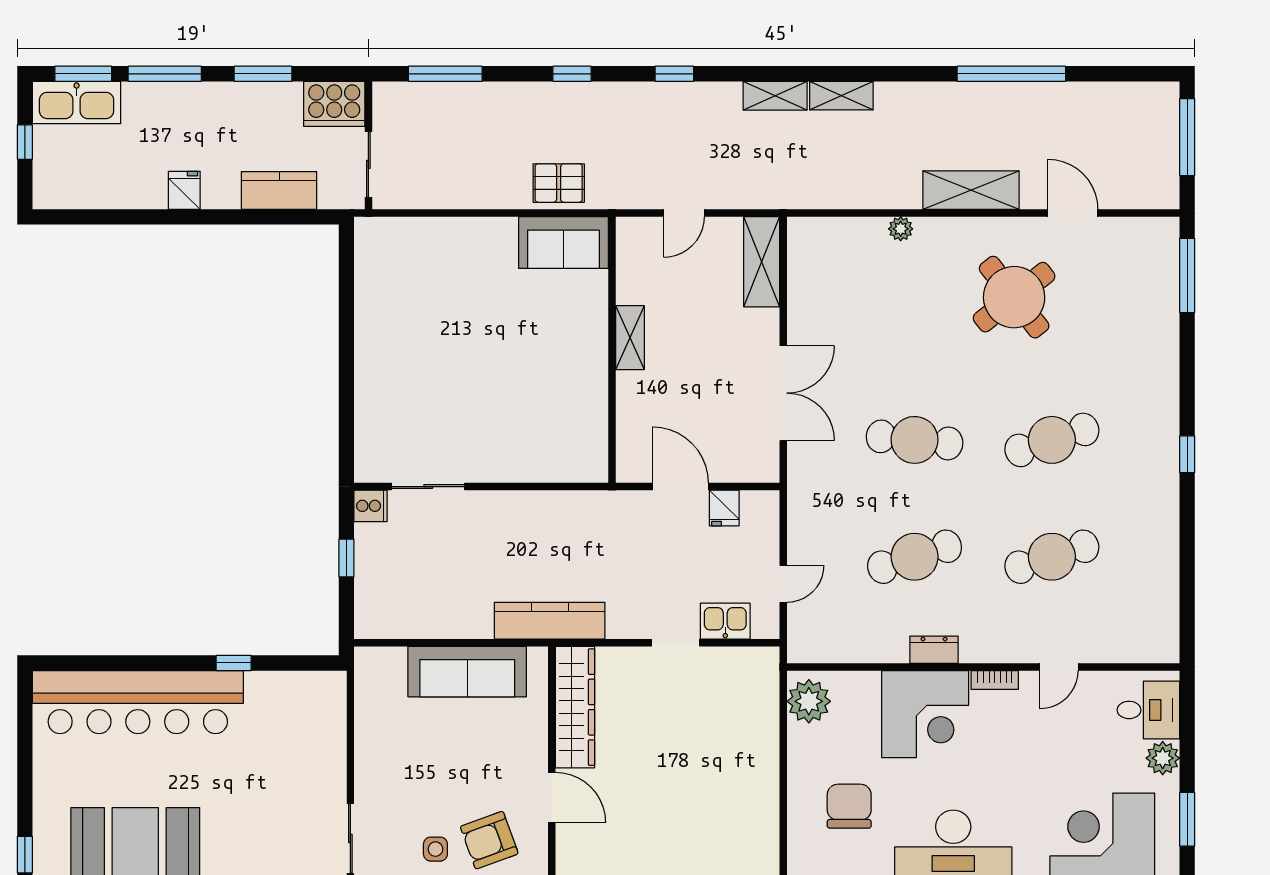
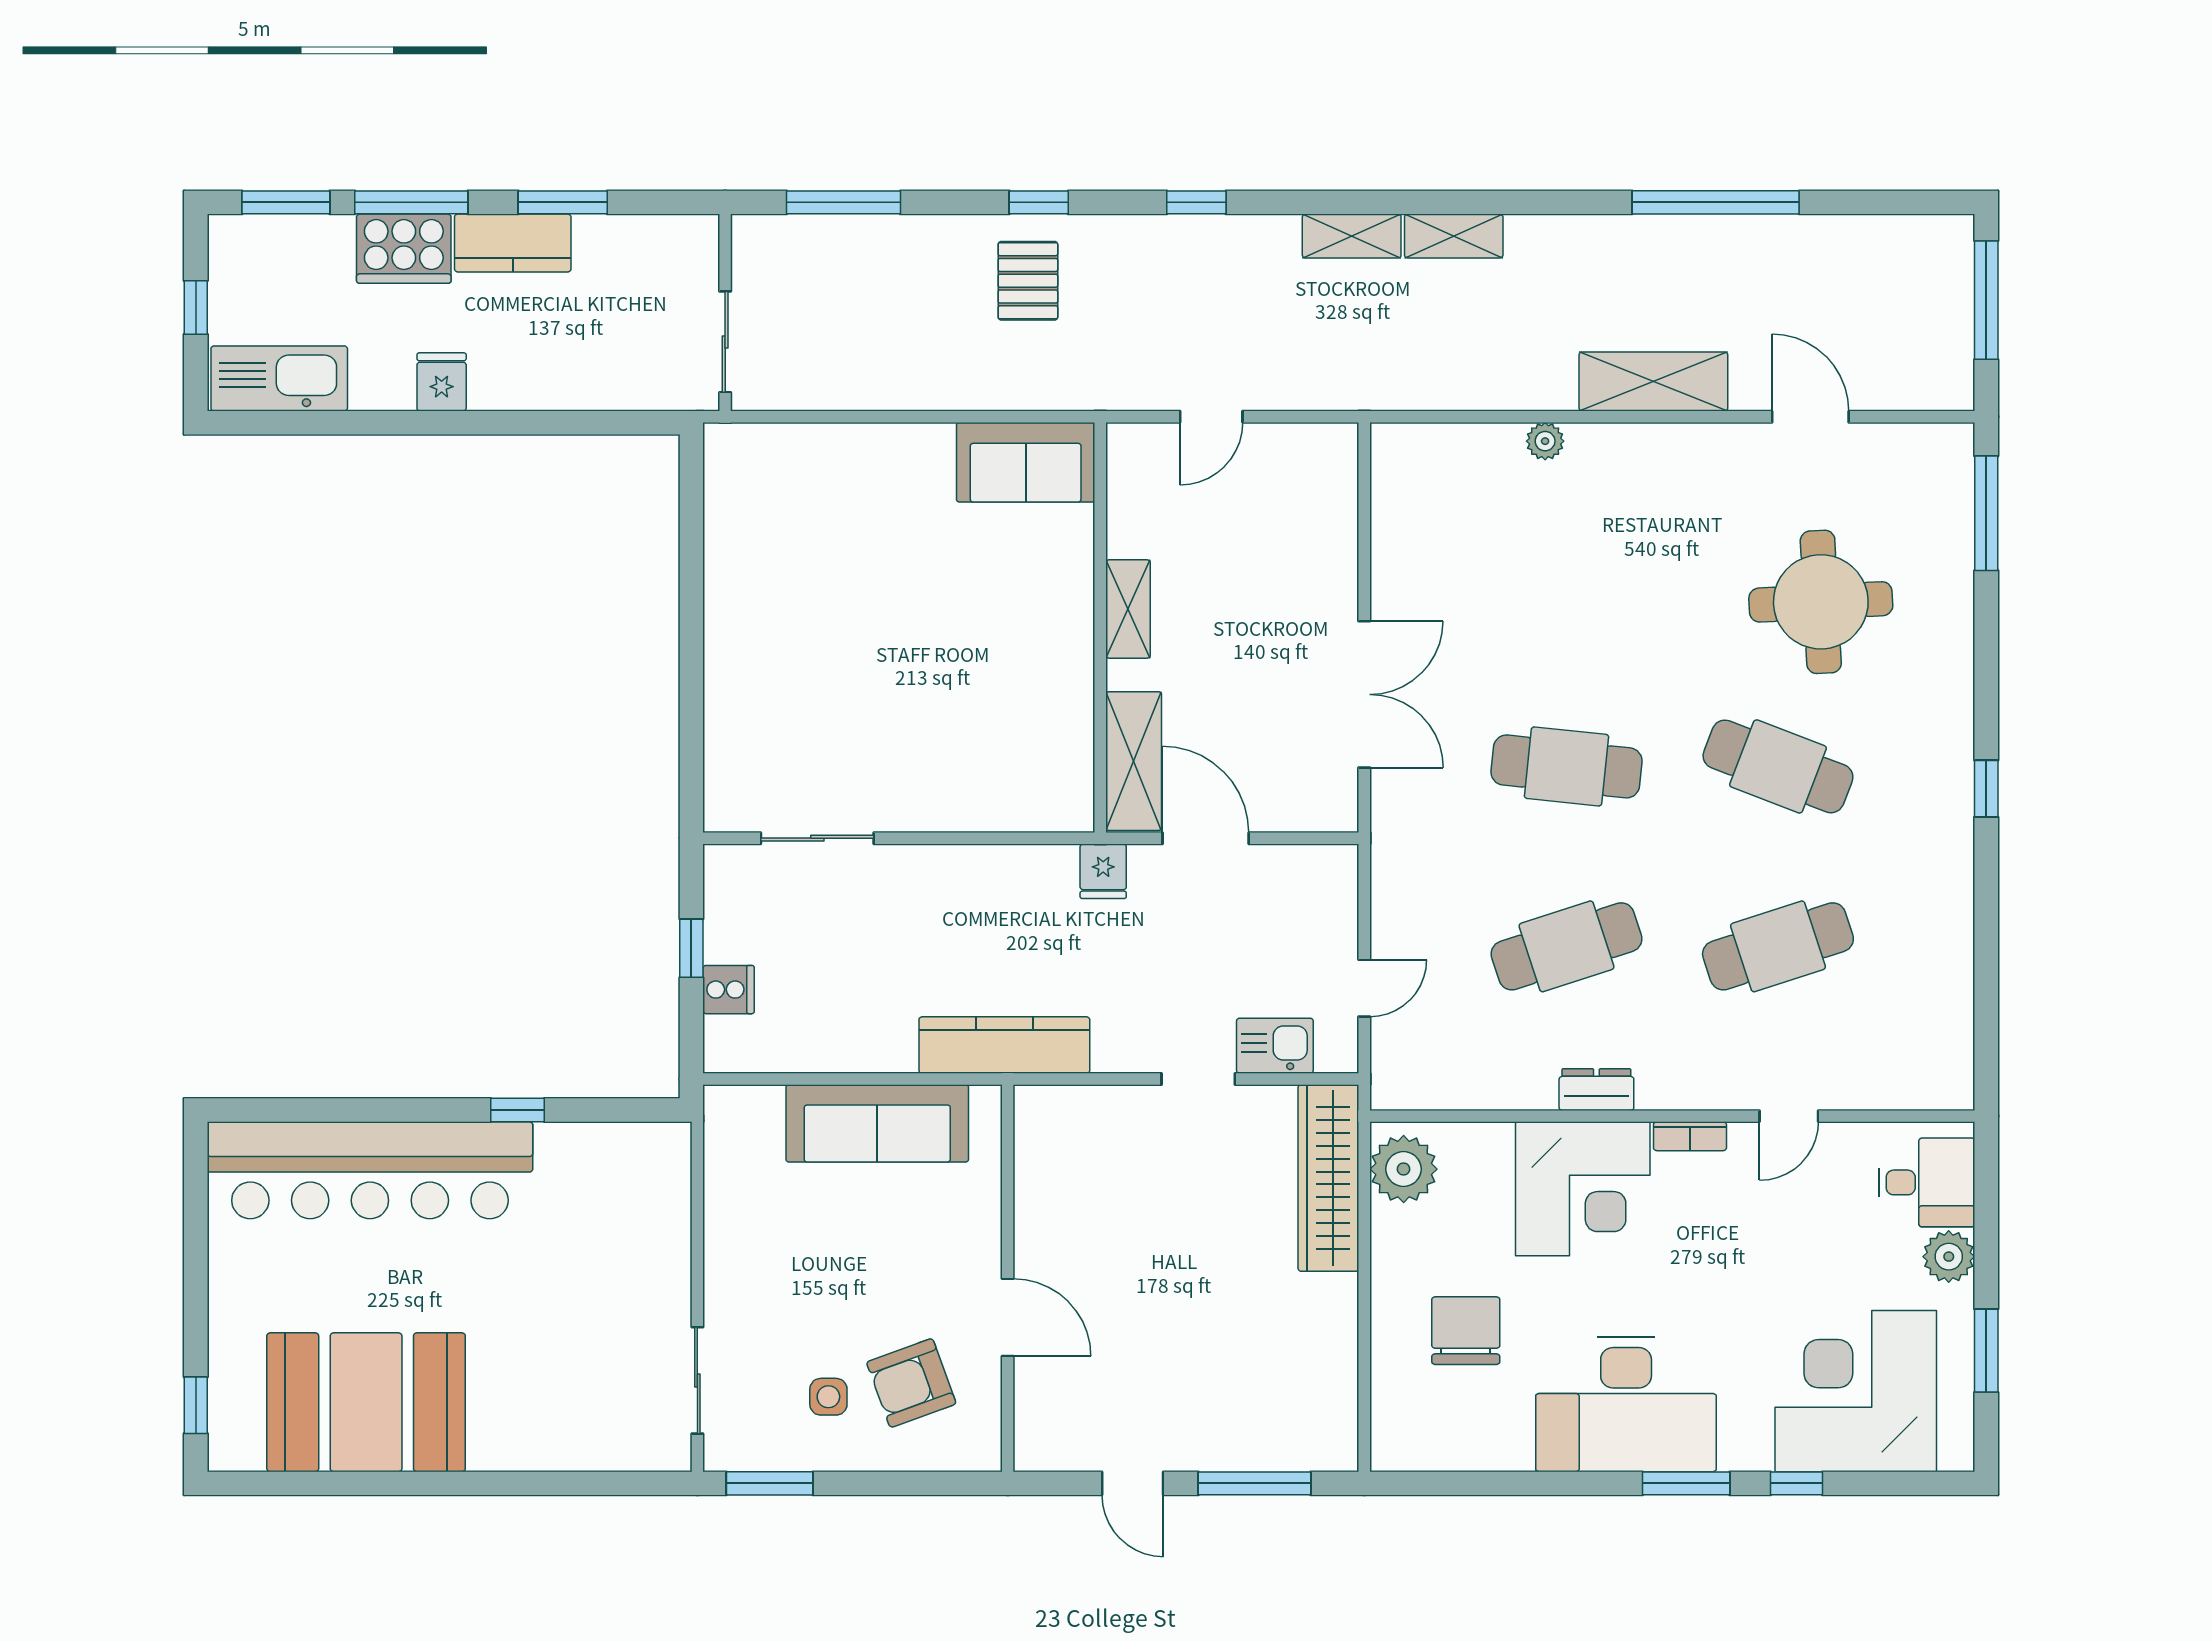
kitchen sink: (77, 102) -> (279, 379), moved, turned 180
cooker: (334, 104) -> (404, 249), moved
pallet: (559, 183) -> (1028, 281), moved, turned 90
kitchen counter: (279, 190) -> (513, 243), moved, turned 180
shelving: (762, 262) -> (1134, 761), moved
round table: (1014, 297) -> (1821, 602), moved, turned 35
cafe table: (1052, 440) -> (1778, 766), turned 39
cooker: (371, 506) -> (728, 990), moved
fridge: (724, 508) -> (1103, 871), moved
wardrobe: (575, 707) -> (1328, 1178), moved, turned 180

